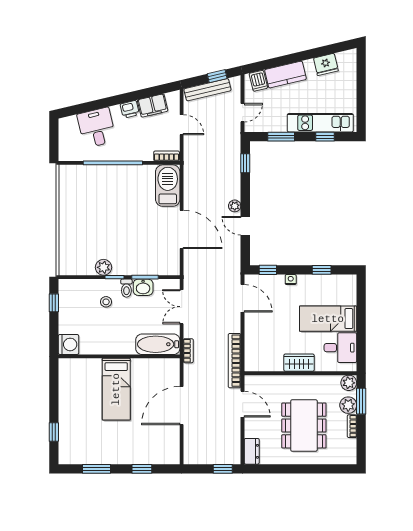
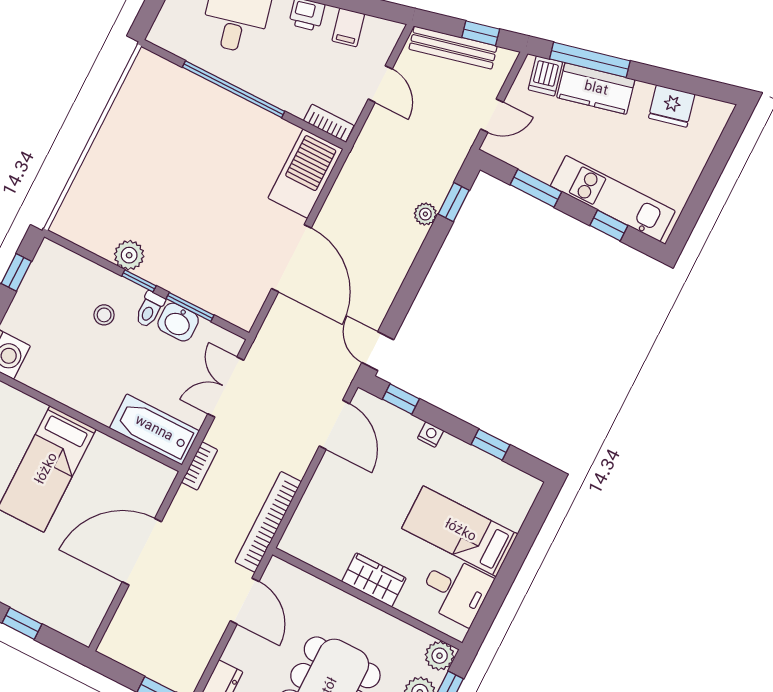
window: (276, 62) -> (590, 60), added
filing cabinet: (153, 106) -> (348, 27), width x0.50
plant: (235, 206) -> (425, 214), moved
door: (245, 226) -> (378, 351), moved

